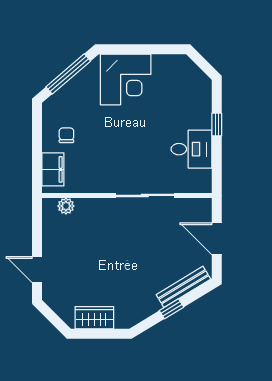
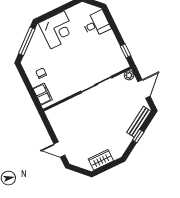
window: (217, 125) -> (125, 51), moved
desk: (191, 149) -> (96, 24), moved
plant: (66, 206) -> (129, 75), moved
door: (217, 239) -> (144, 89), swing flipped

